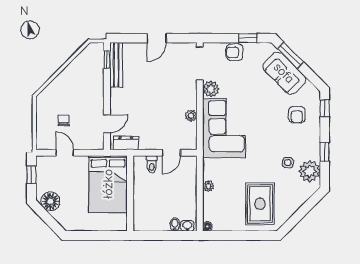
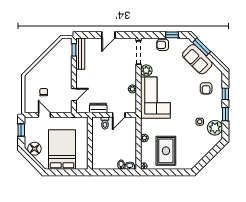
window: (325, 108) -> (225, 94), moved
dresser: (126, 143) -> (98, 108), moved
bed: (108, 184) -> (62, 150), moved, turned 180
rug: (260, 204) -> (166, 151), moved

